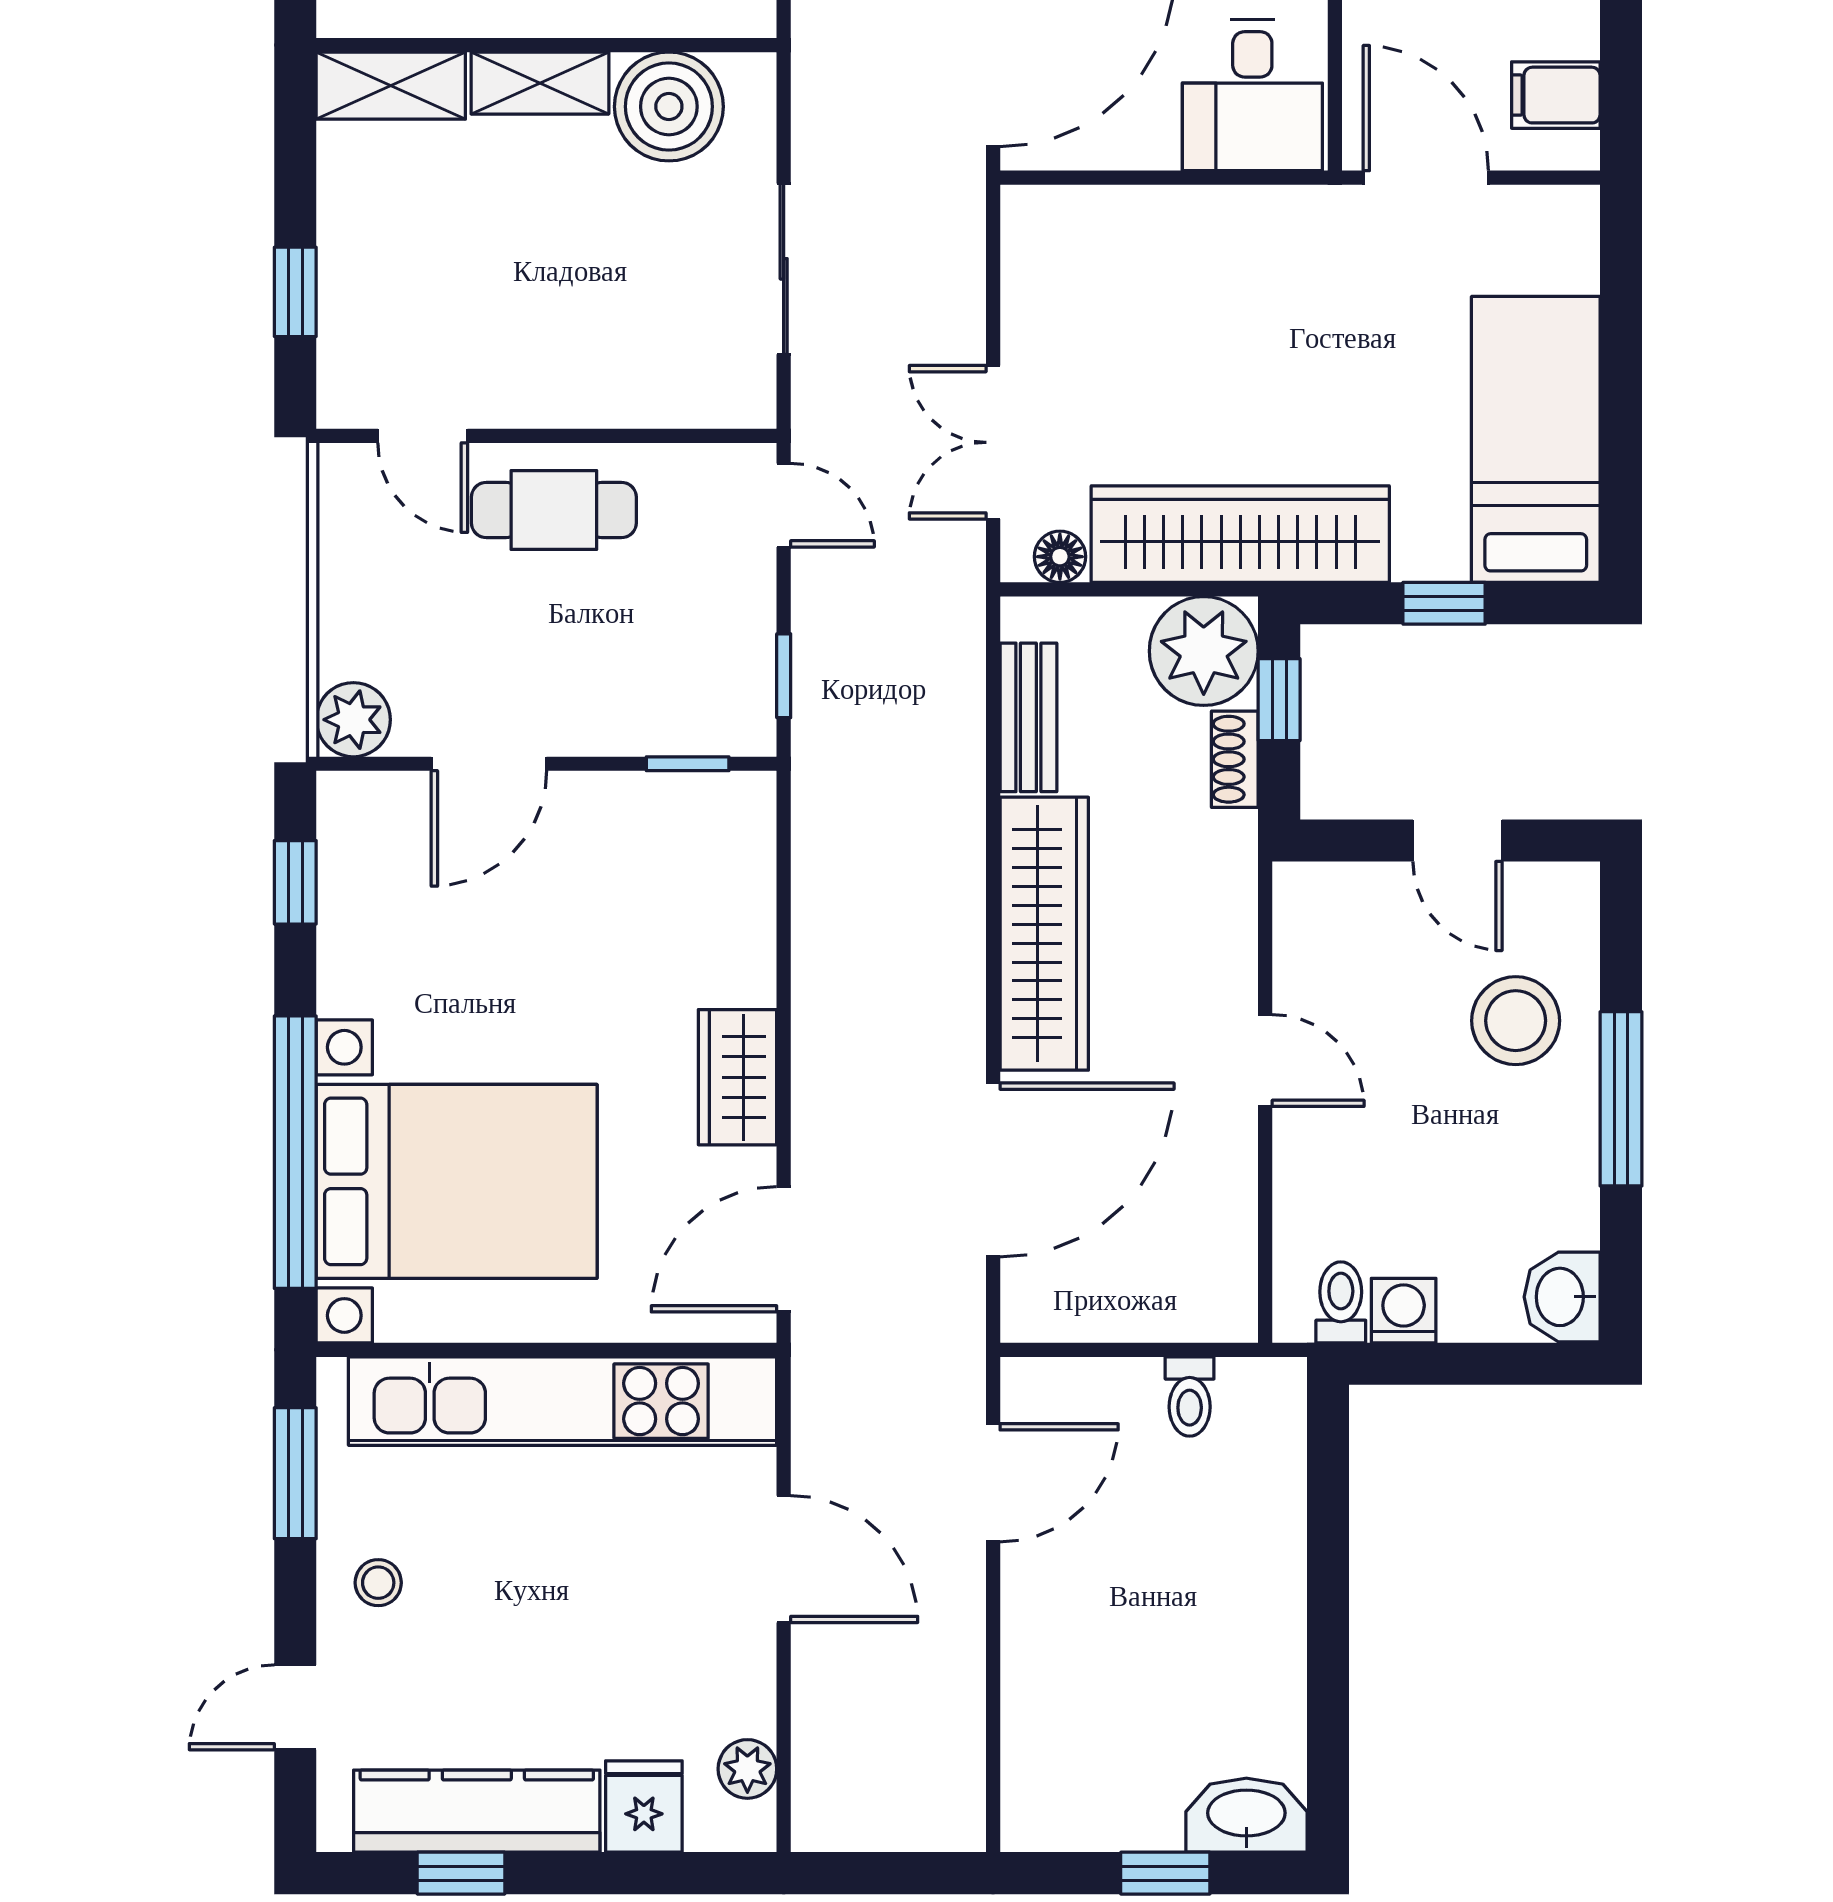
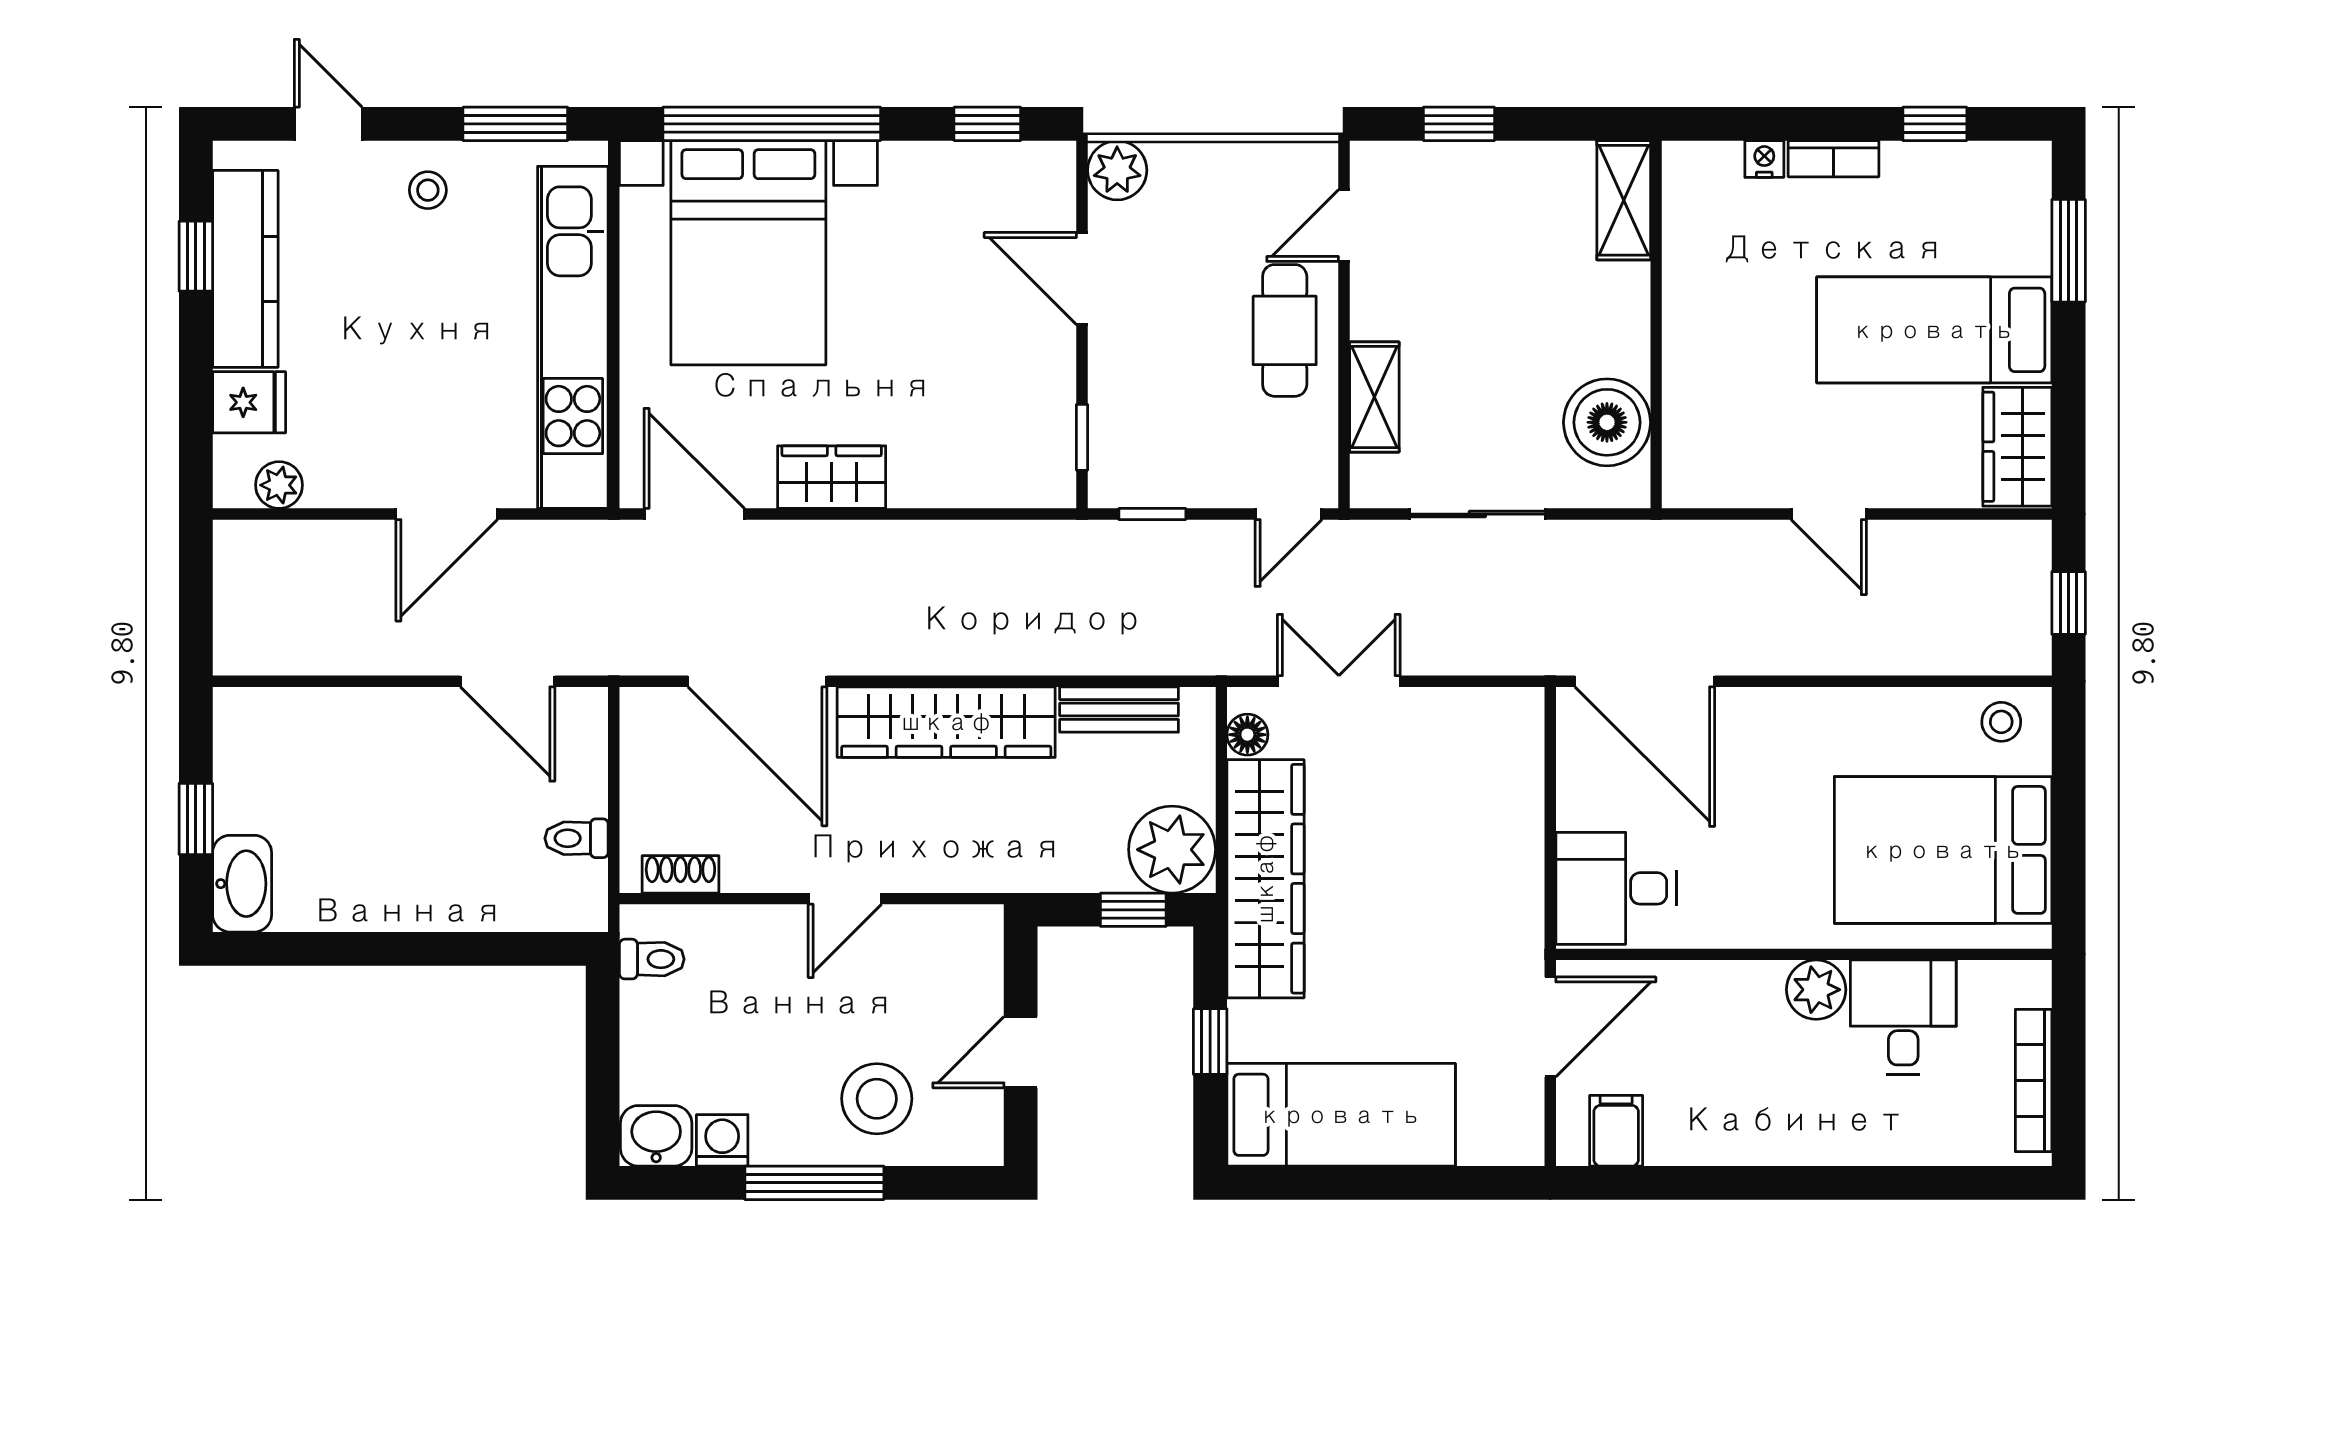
shelving: (540, 83) -> (1374, 397), moved
shoe rack: (1235, 759) -> (680, 874), moved
washing machine: (1404, 1311) -> (722, 1140), moved, turned -90

